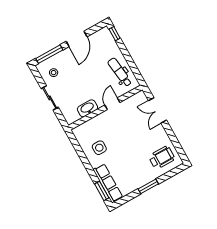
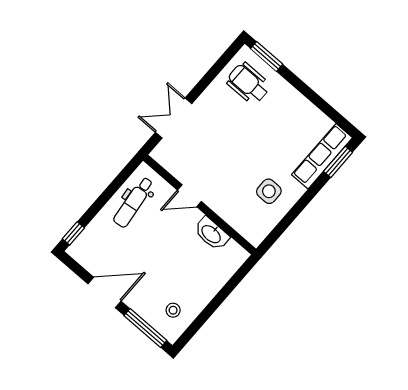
sliding door: (50, 98) -> (217, 302), removed
double door: (157, 110) -> (174, 118), swing flipped
window: (148, 186) -> (267, 56), moved

